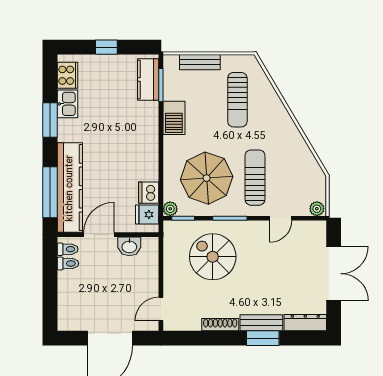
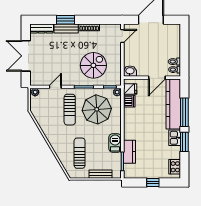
kitchen counter: (148, 80) -> (129, 152), moved
kitchen sink: (67, 104) -> (175, 138), moved
window: (50, 192) -> (184, 112), moved
washbasin: (129, 246) -> (130, 71), moved
spiral stairs: (213, 257) -> (93, 65), turned -90

